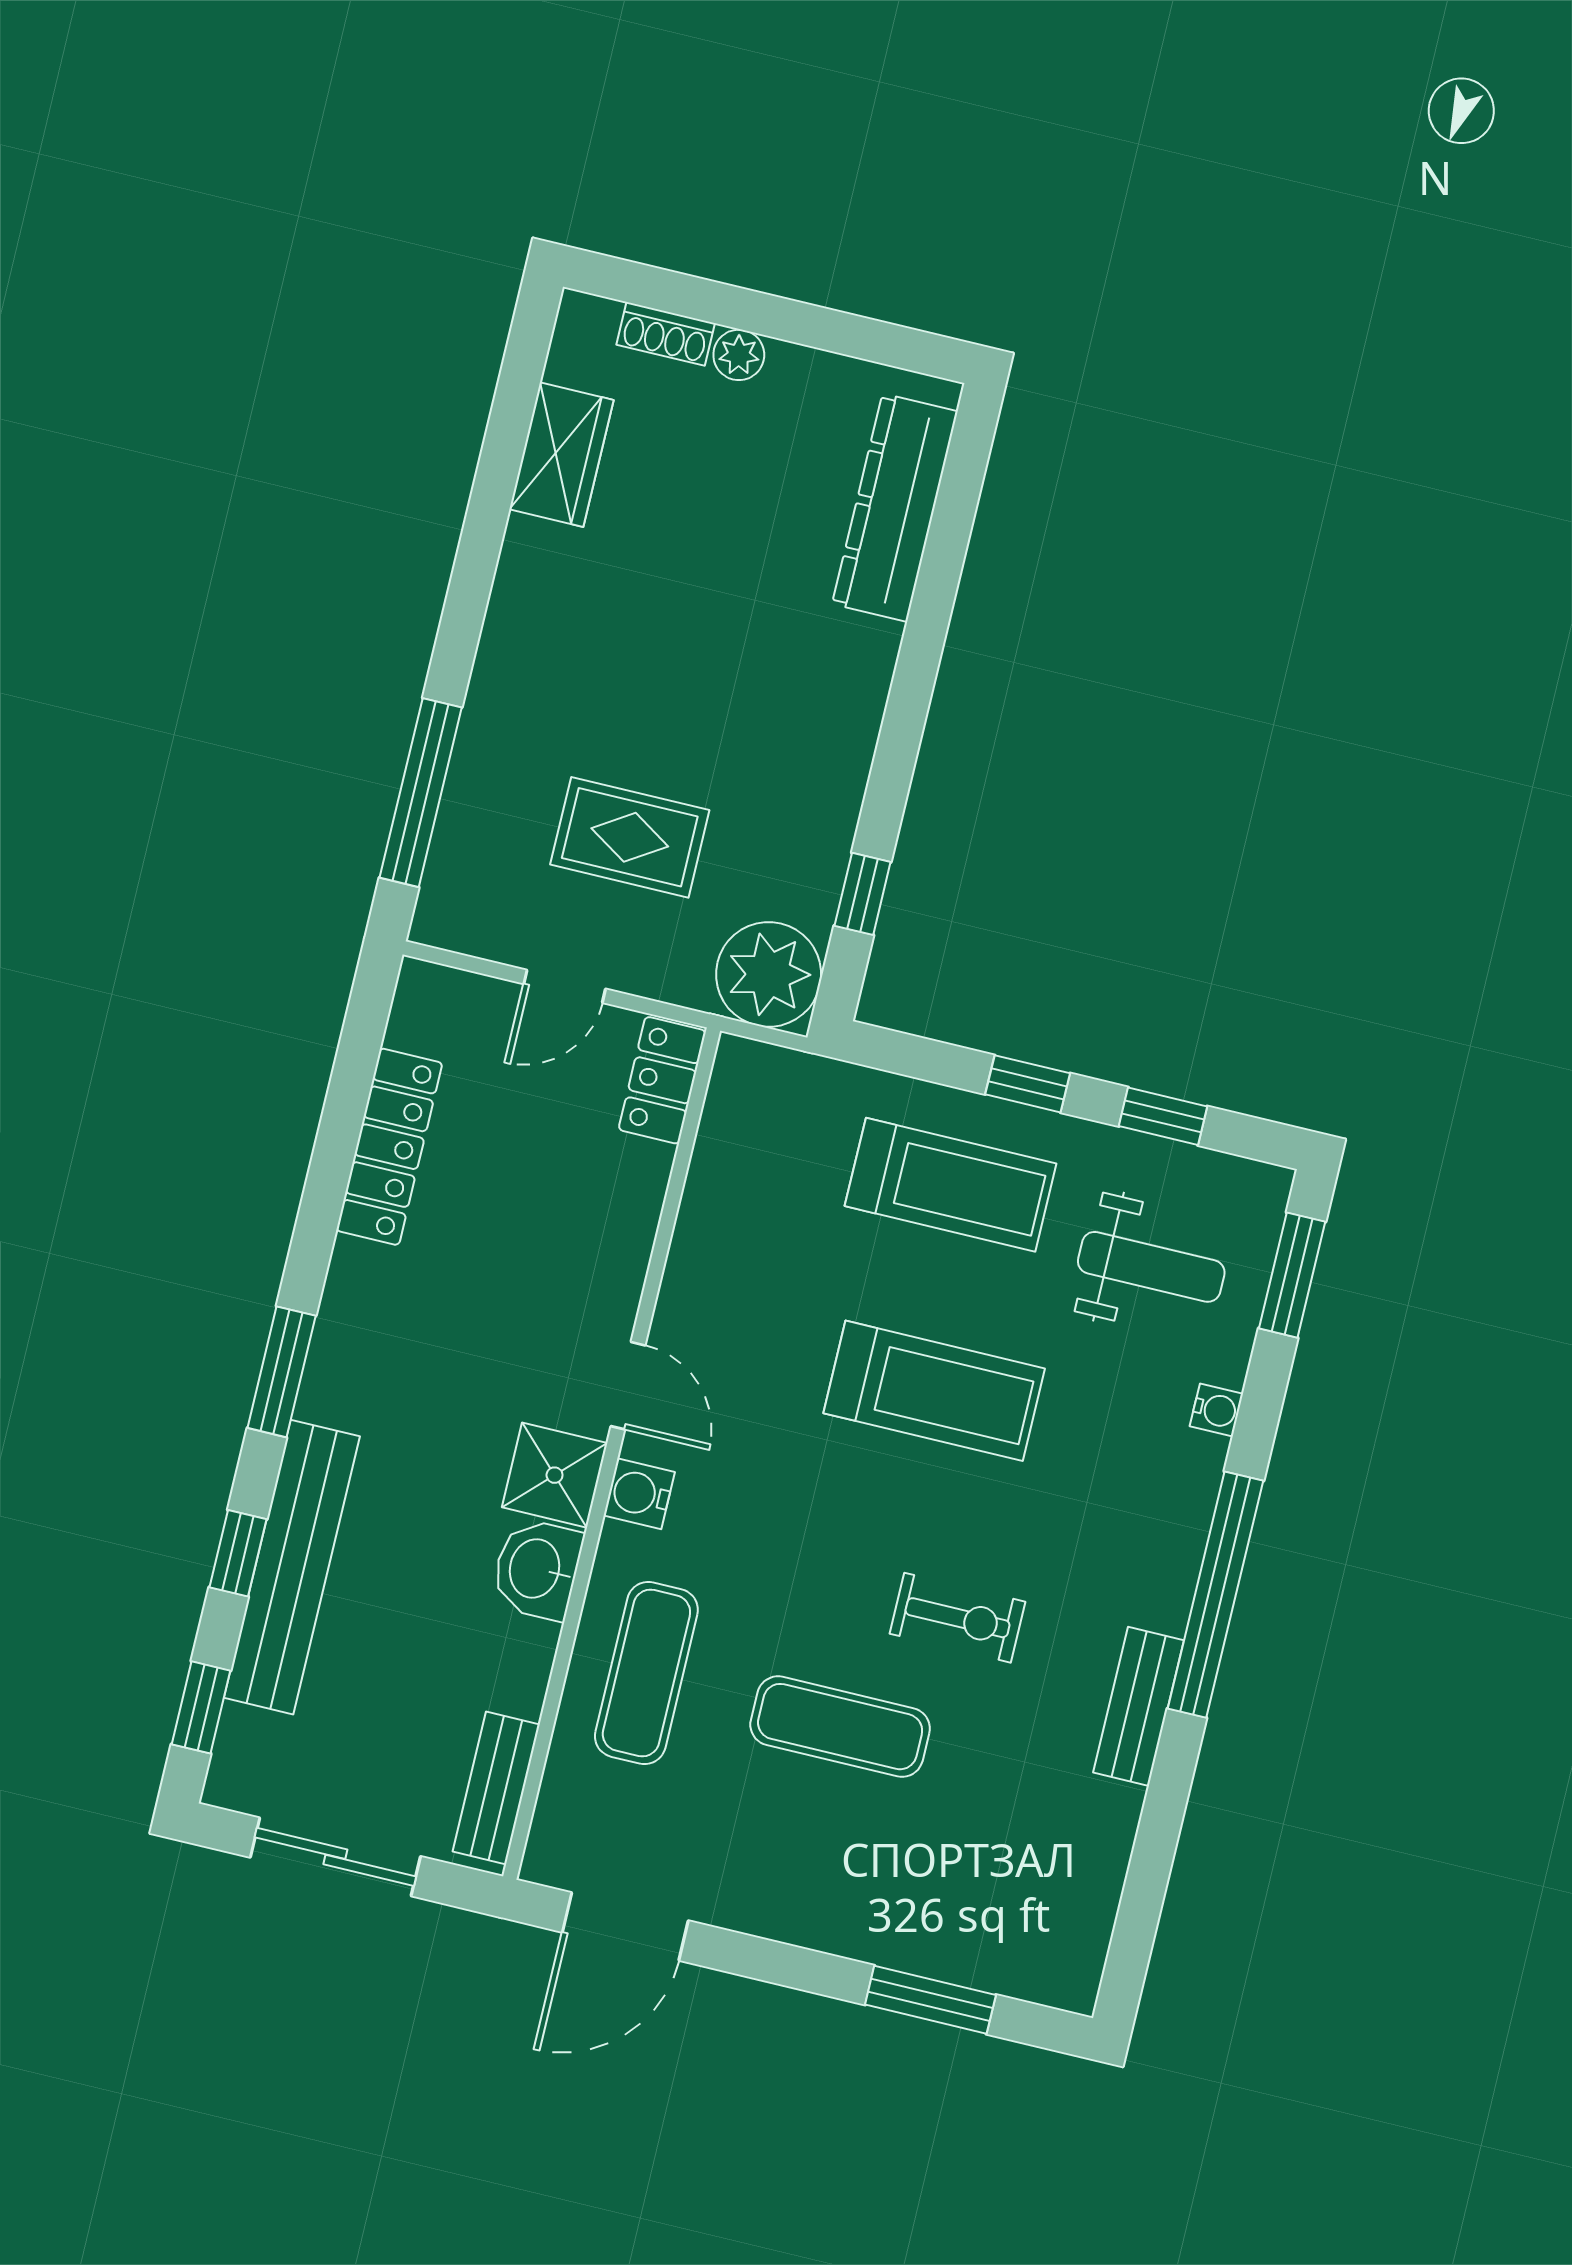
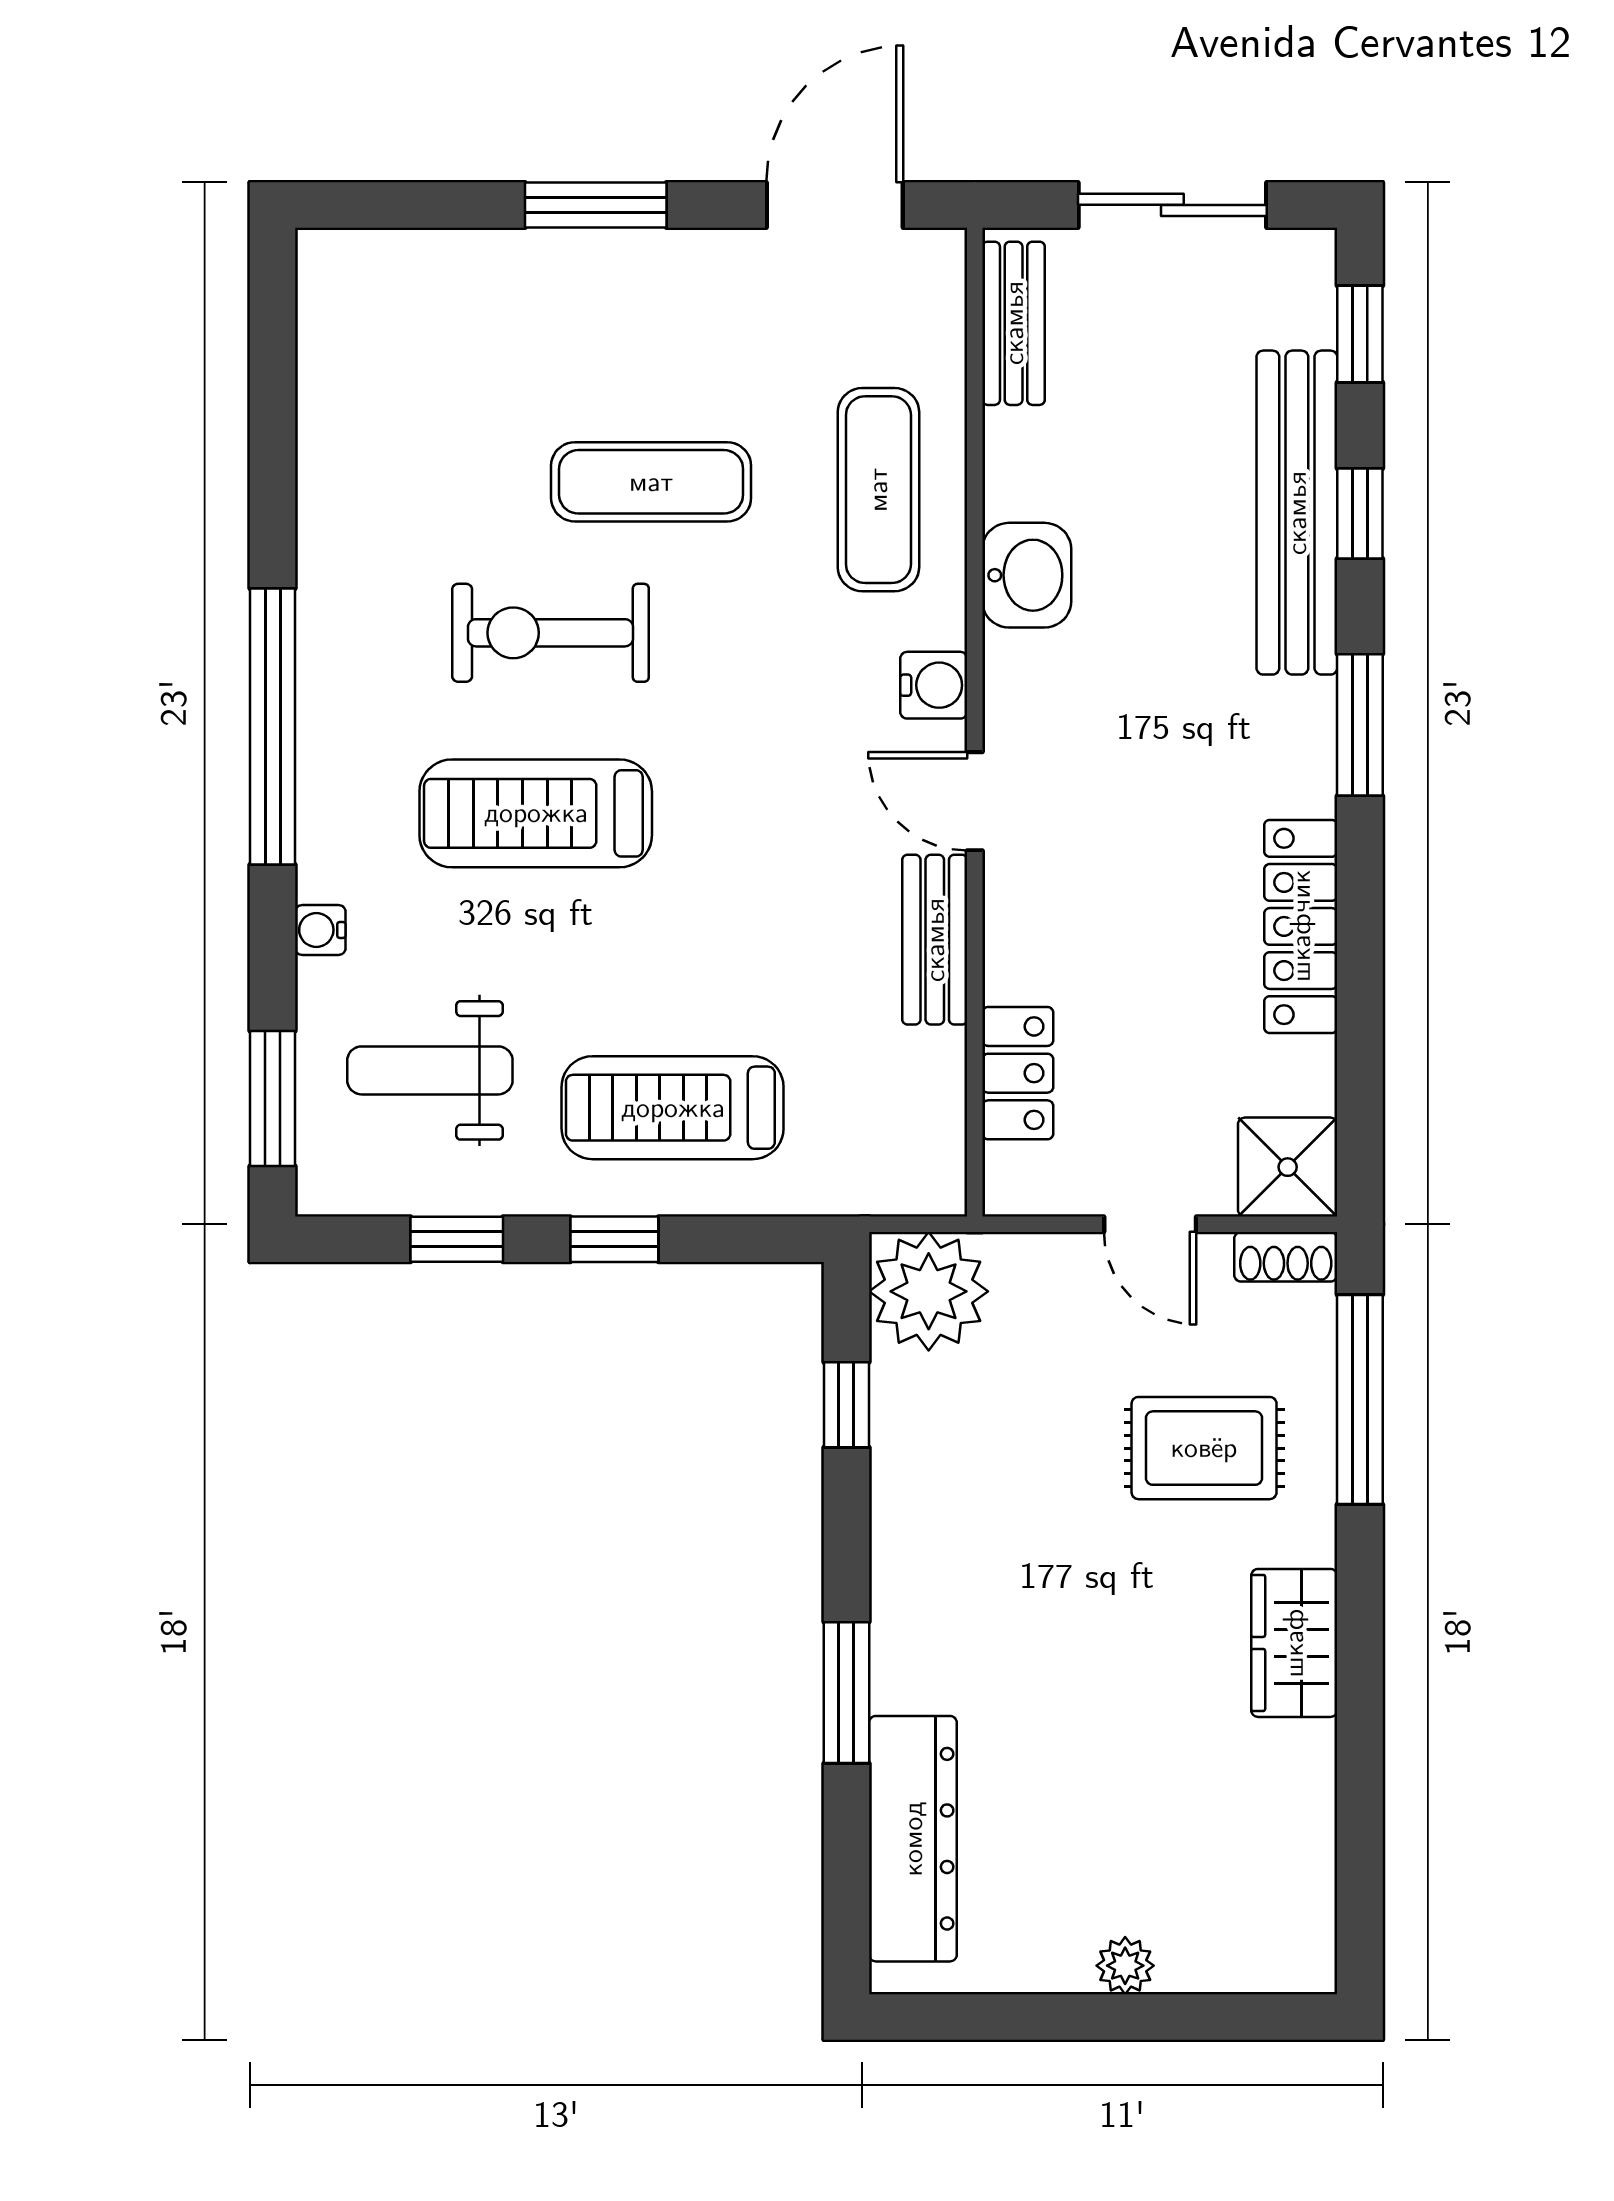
shoe rack: (666, 334) -> (1286, 1257), moved, turned 180
wardrobe: (561, 455) -> (1294, 1643), moved
window: (922, 647) -> (846, 1693), added
rug: (630, 837) -> (1204, 1448), moved
door: (565, 986) -> (1150, 1224), swing flipped
locker: (662, 1080) -> (1018, 1073), moved
locker: (389, 1147) -> (1301, 926), moved
treadmill: (934, 1391) -> (536, 813), moved
shower: (555, 1475) -> (1288, 1167), moved
exercise bike: (958, 1618) -> (550, 633), width x1.38, depth x1.39
bench: (1138, 1706) -> (935, 940), moved
window: (930, 2000) -> (596, 205), moved

